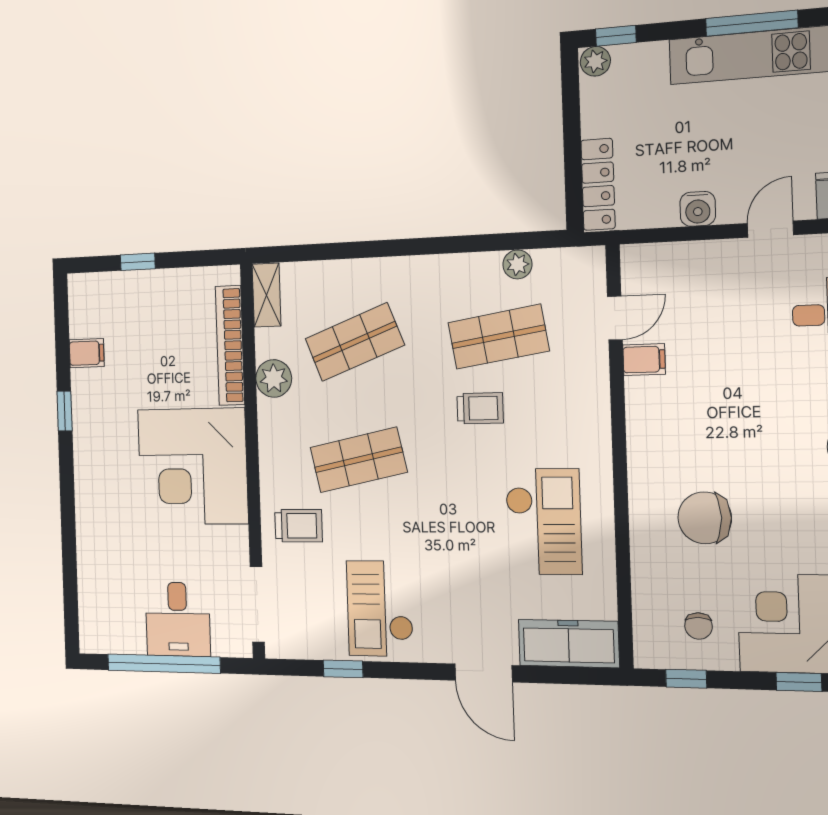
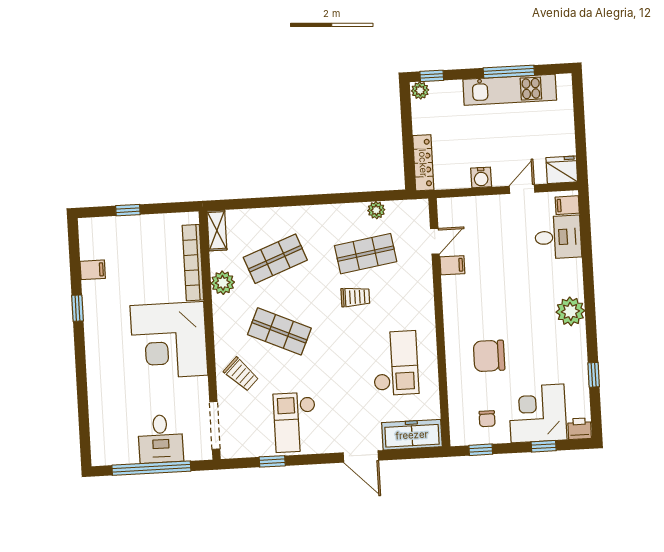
shop shelf: (358, 460) -> (279, 331), turned 36
trolley: (299, 526) -> (241, 374), turned 45

